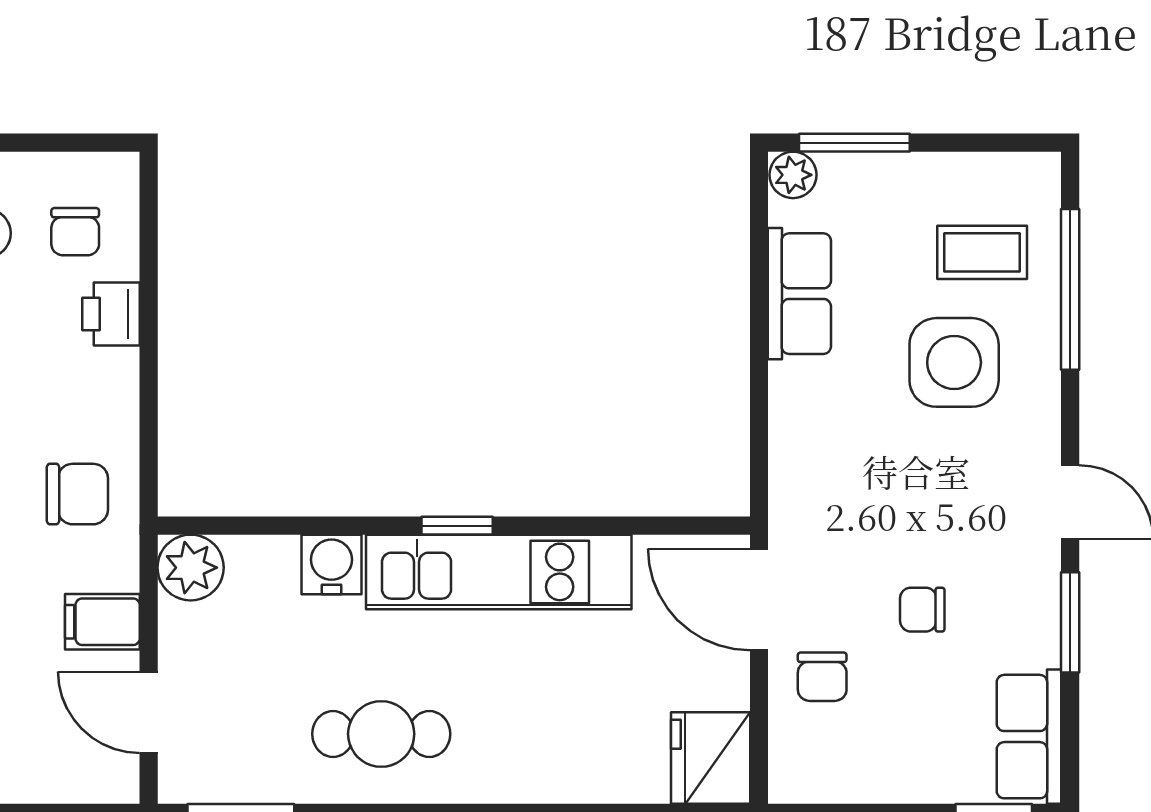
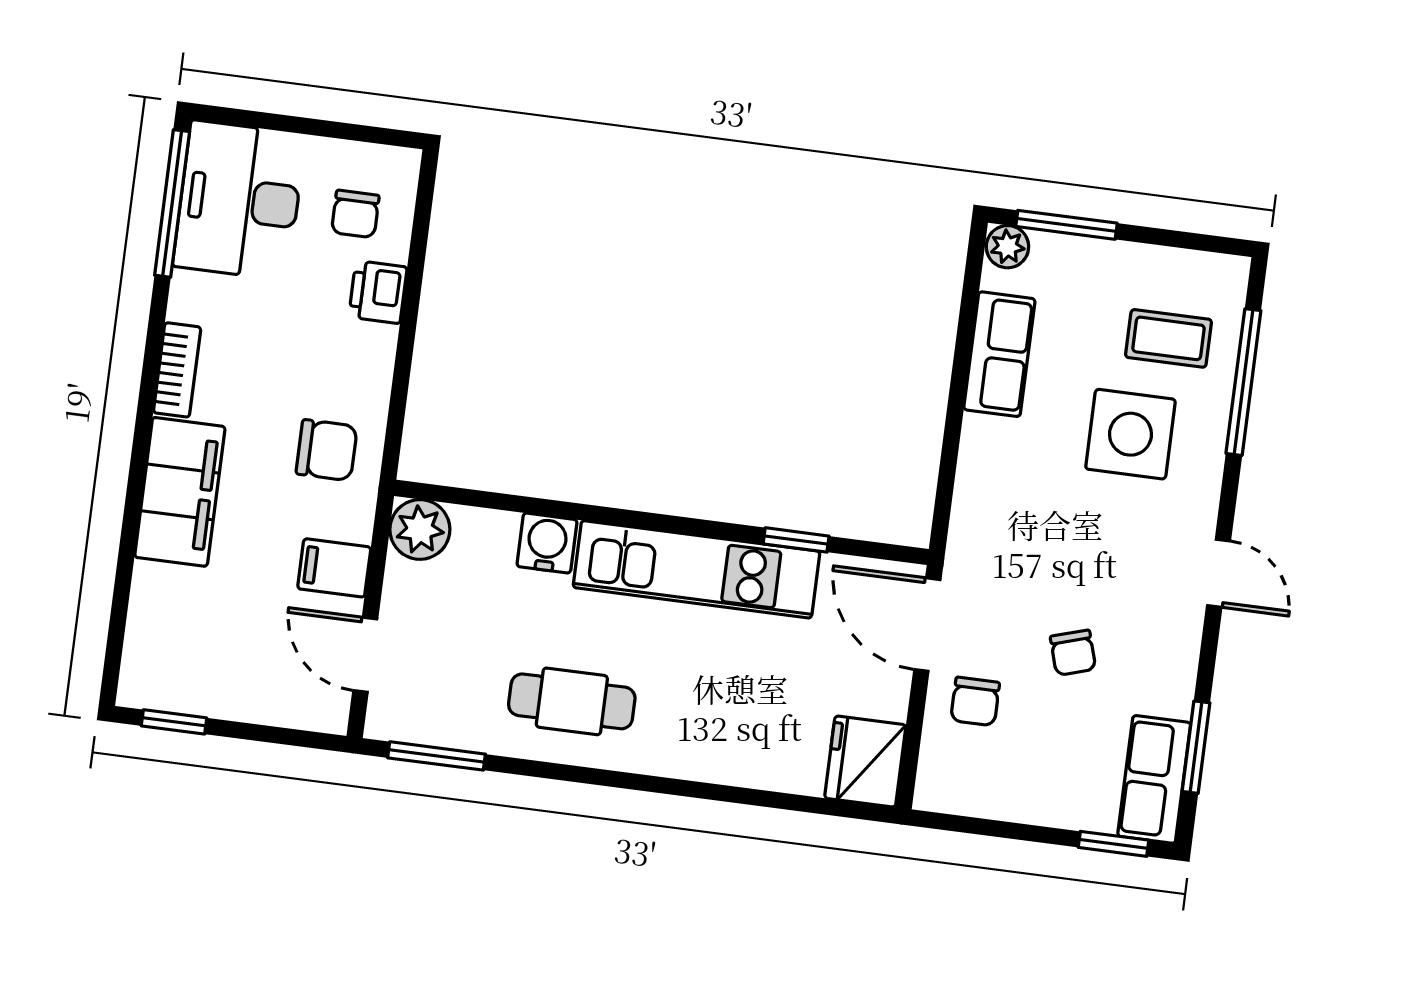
window: (457, 526) -> (796, 540), moved
chair: (922, 610) -> (1073, 653), turned -107
window: (1070, 622) -> (1196, 747), moved

